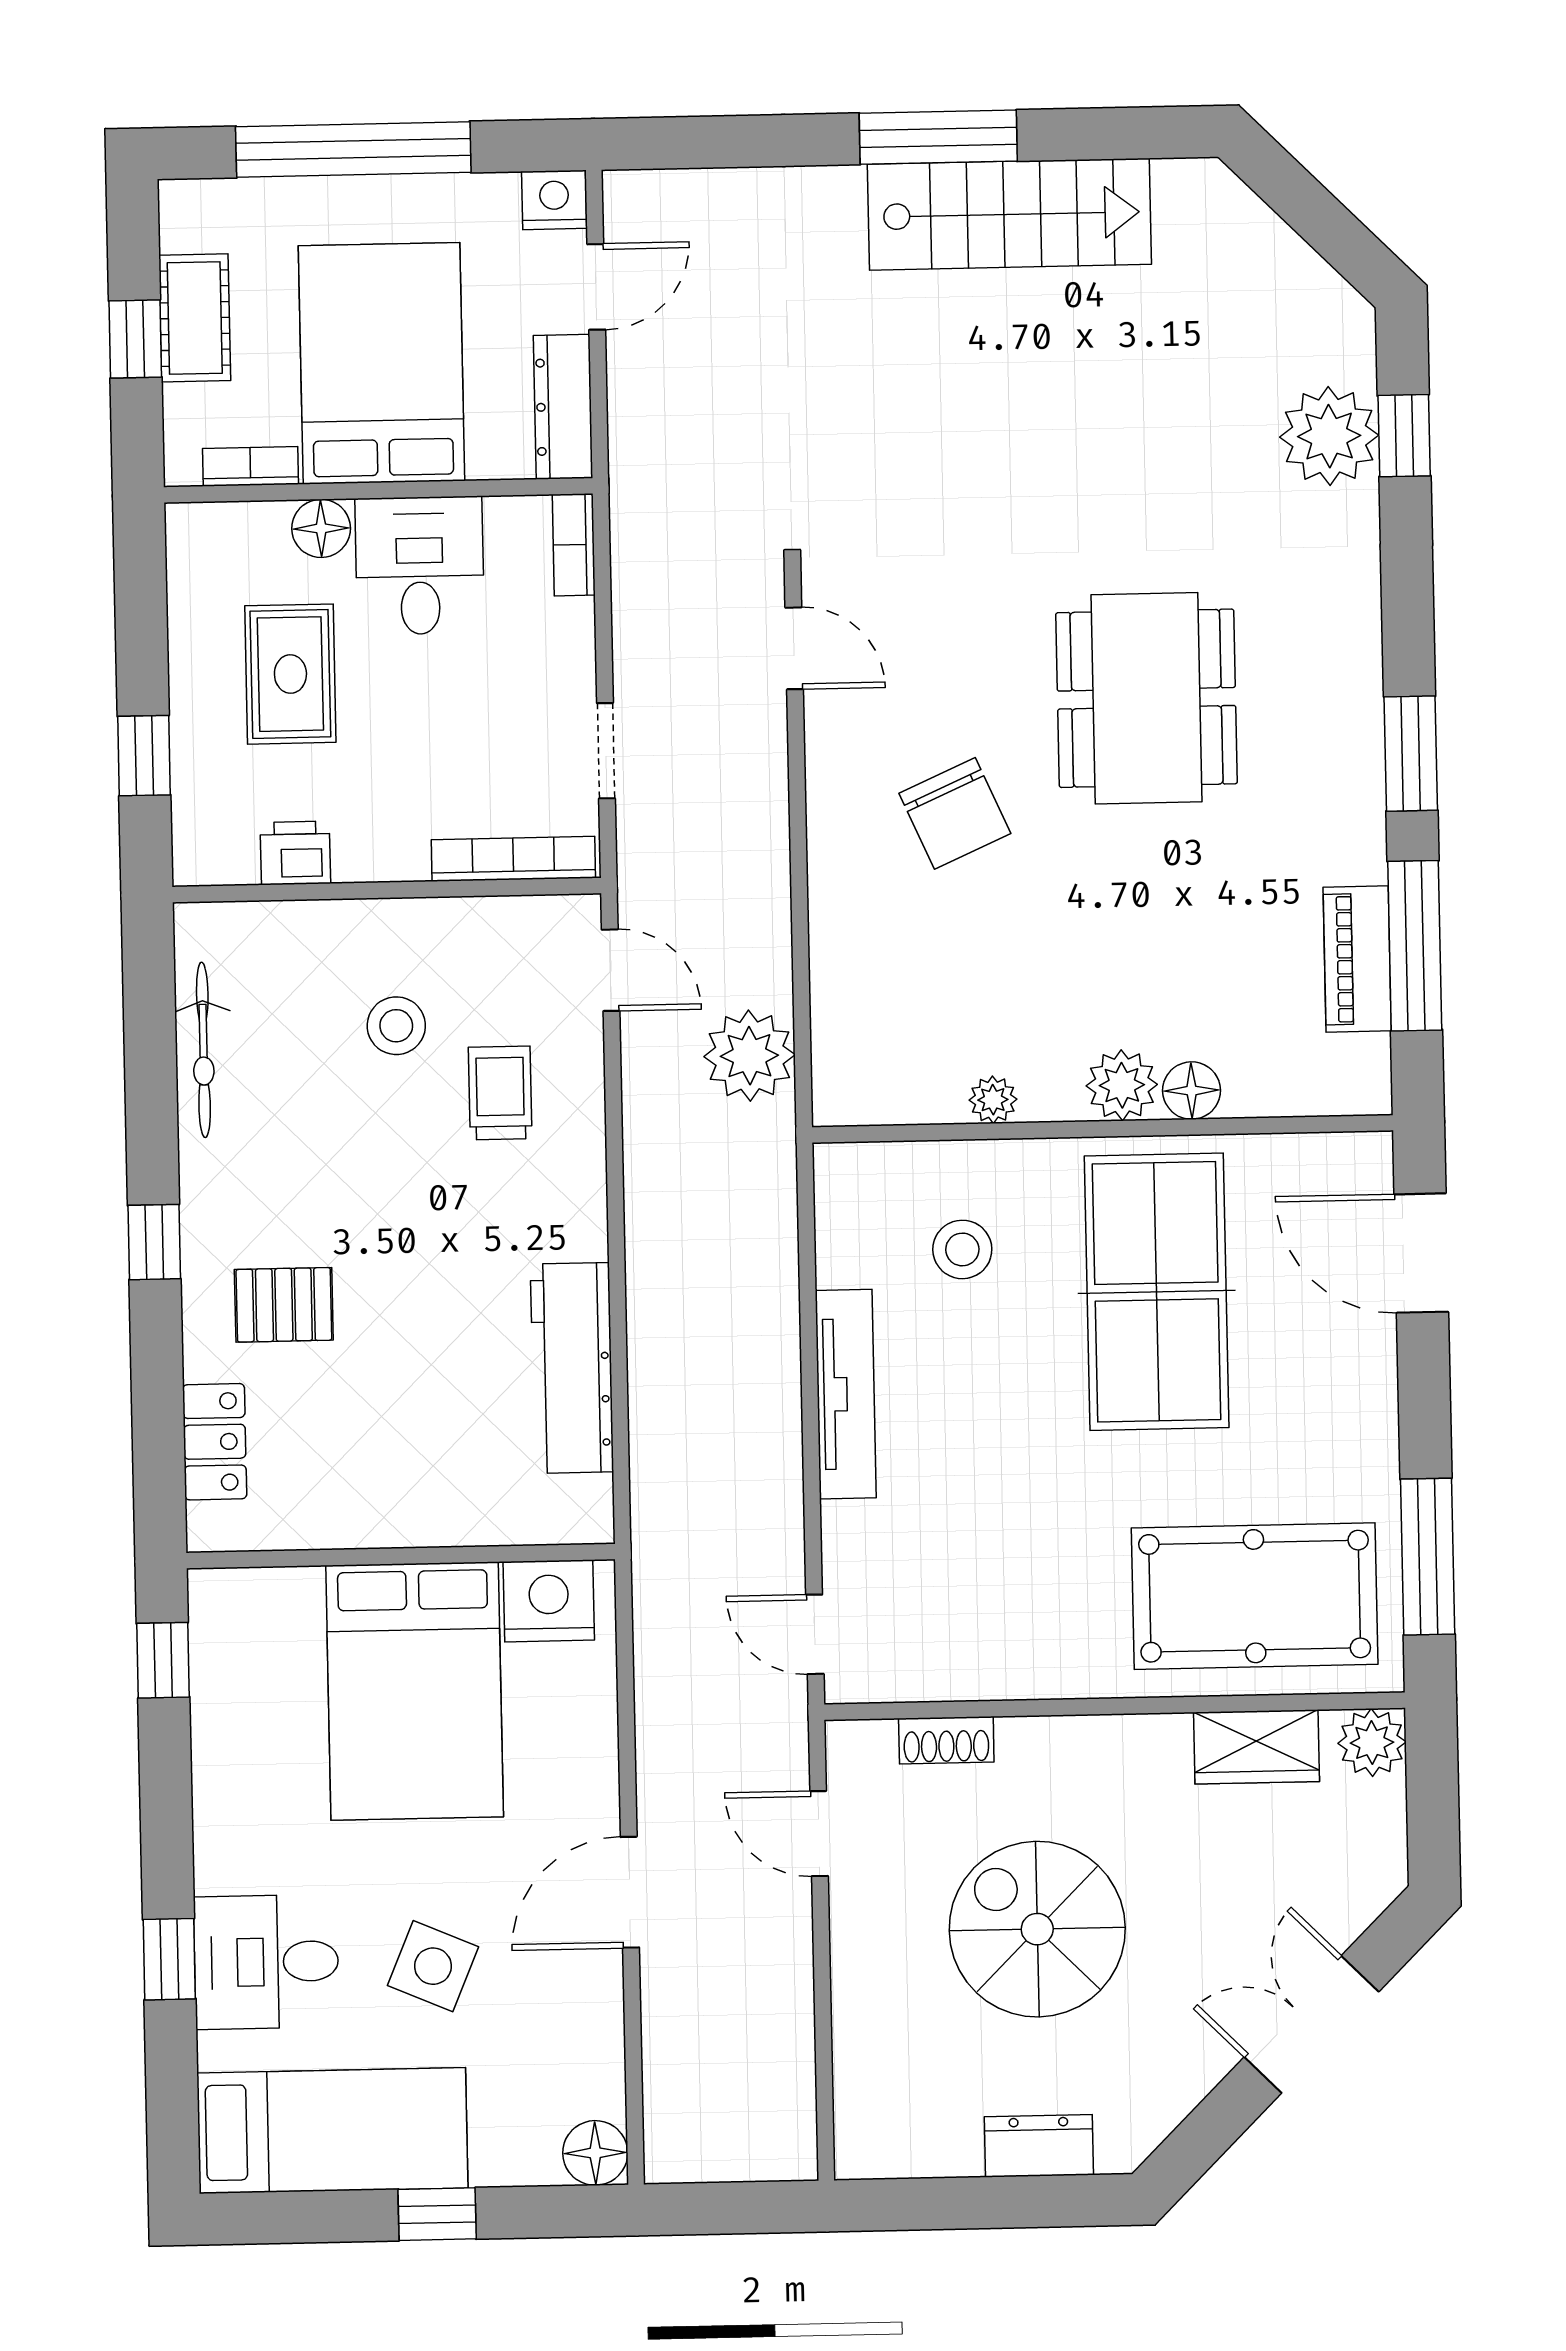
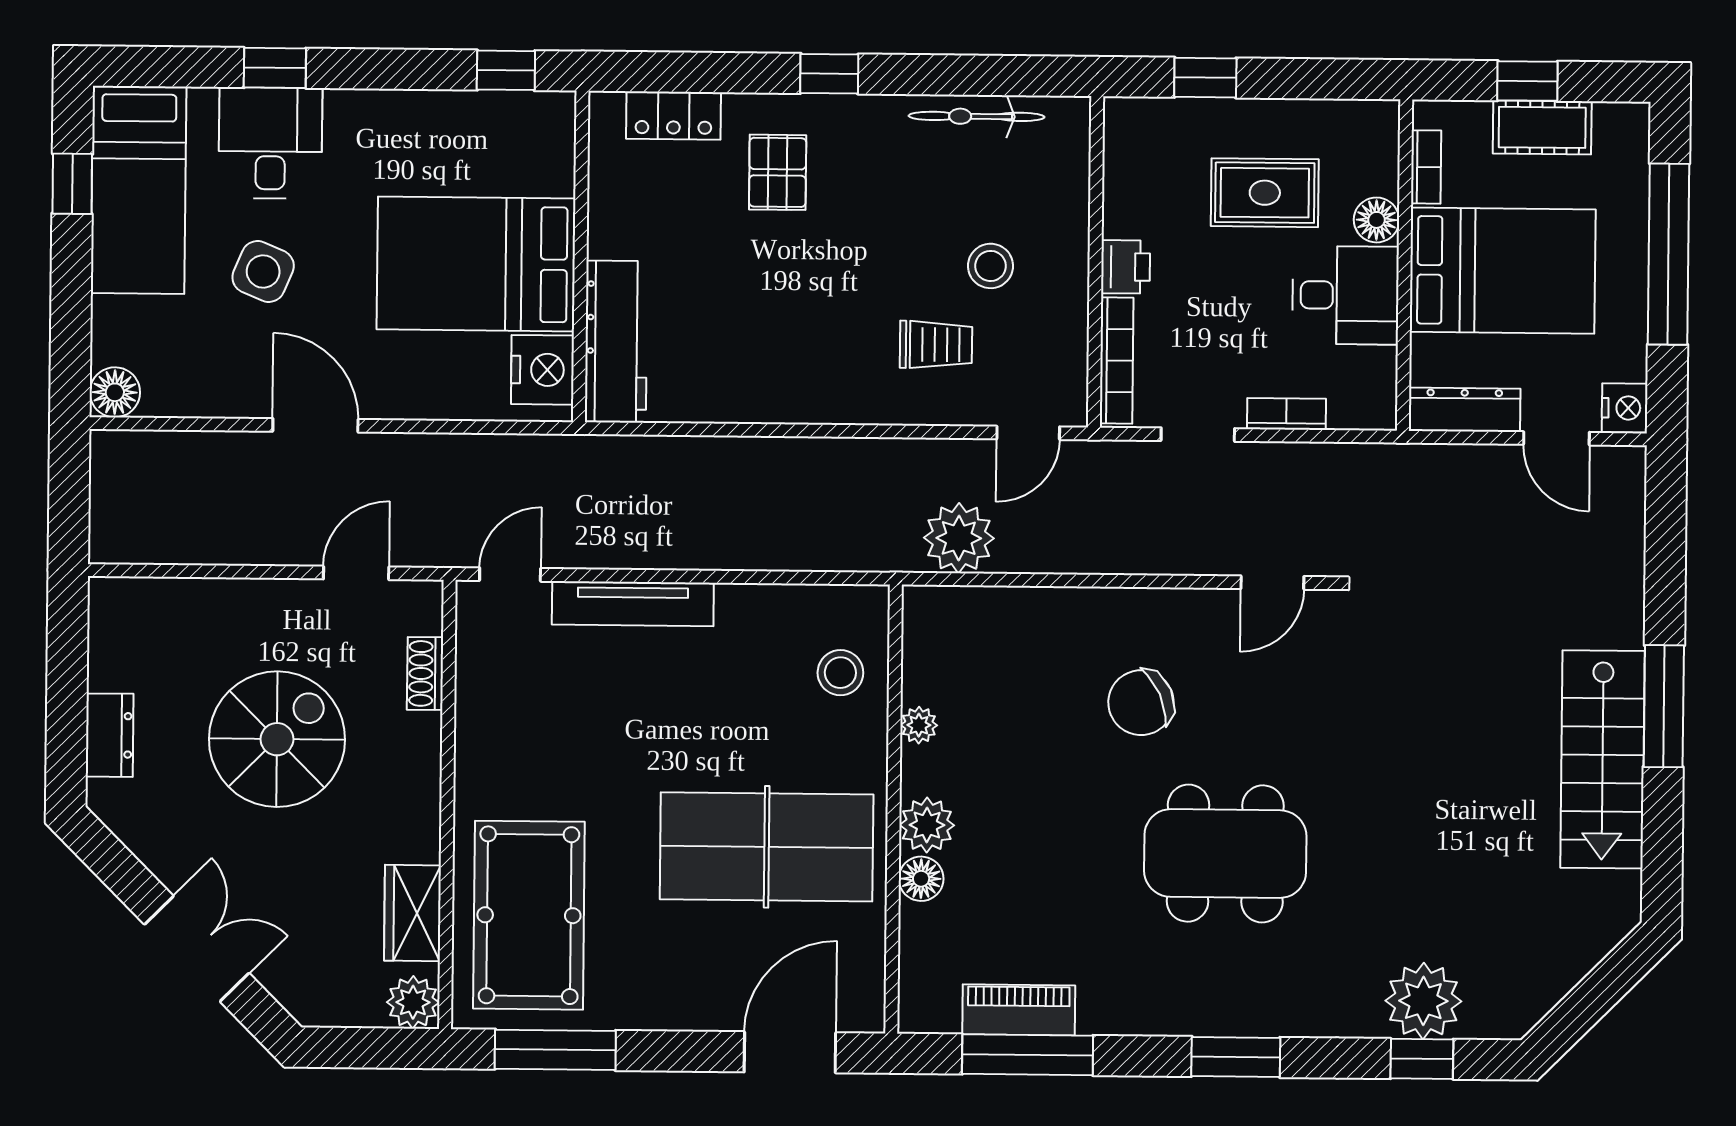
bookcase: (574, 545) -> (1287, 414), moved
window: (1411, 754) -> (1236, 1057), moved
printer: (295, 853) -> (1126, 267), moved
stool: (962, 1249) -> (840, 673), moved
workbench: (572, 1368) -> (616, 342), moved, turned 90
tv unit: (846, 1394) -> (633, 604), moved
window: (437, 2214) -> (72, 184), moved

